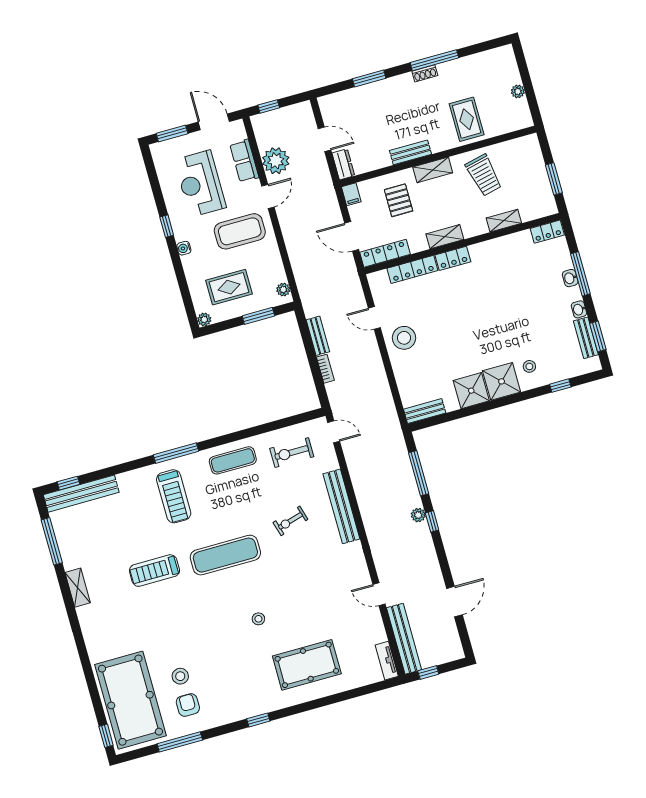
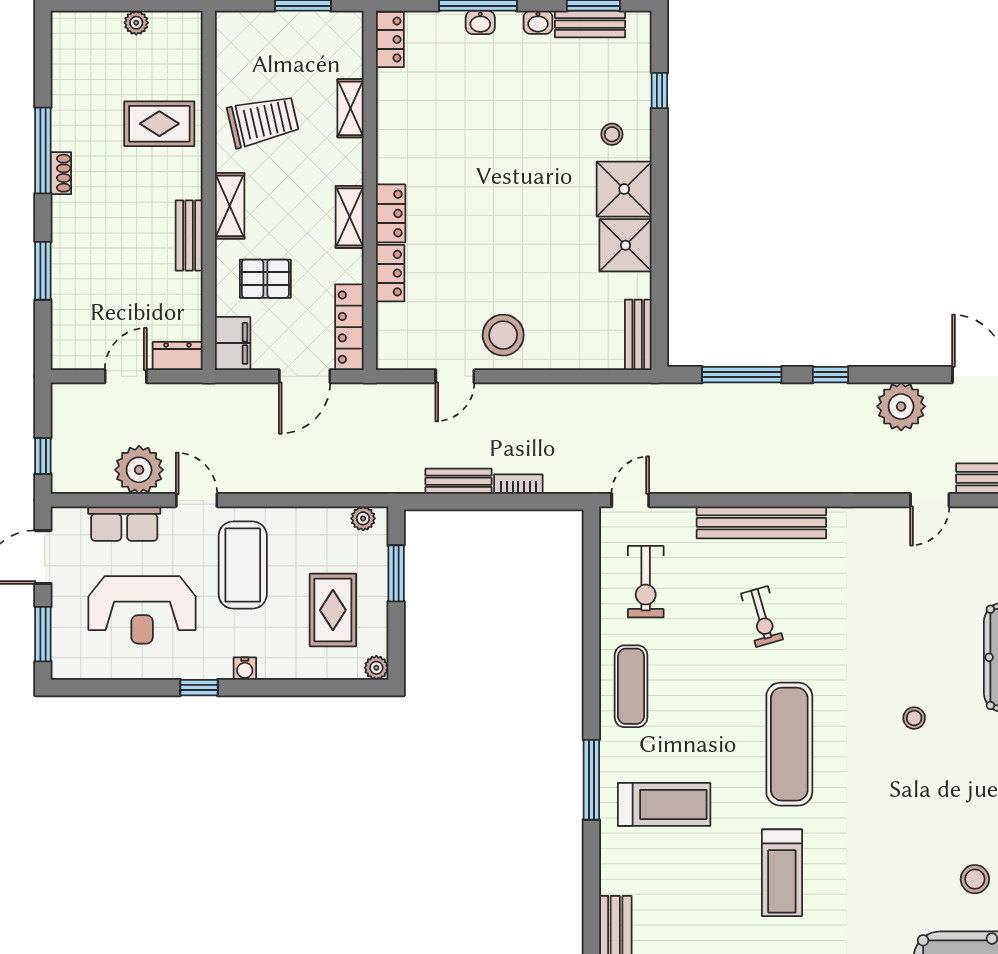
filing cabinet: (351, 194) -> (233, 343), width x2.00
locker: (412, 269) -> (390, 273), width x0.66
plant: (418, 515) -> (901, 406), moved, width x1.88, depth x1.88

